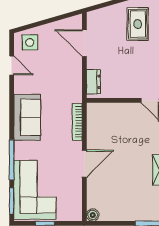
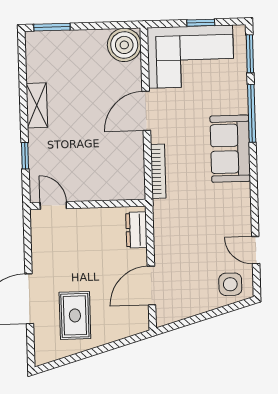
door: (84, 43) -> (151, 286), swing flipped
sofa: (27, 117) -> (230, 149), moved
corner sofa: (35, 190) -> (191, 57), moved, turned -90
boiler: (93, 215) -> (124, 45), width x1.86, depth x1.86

